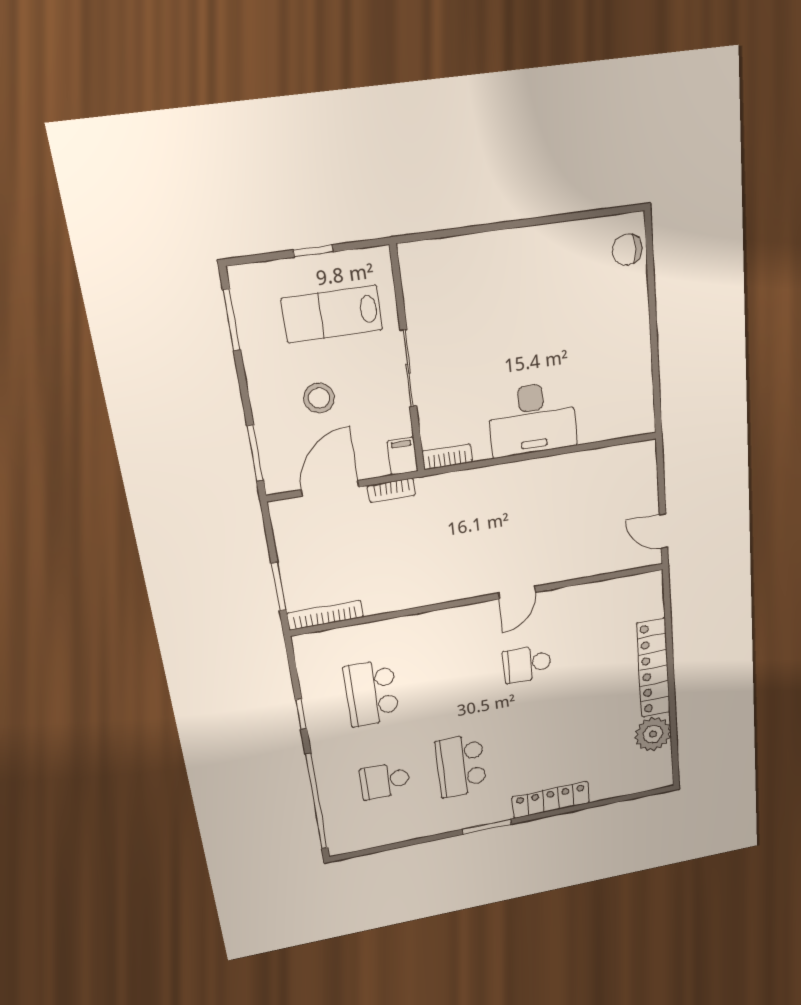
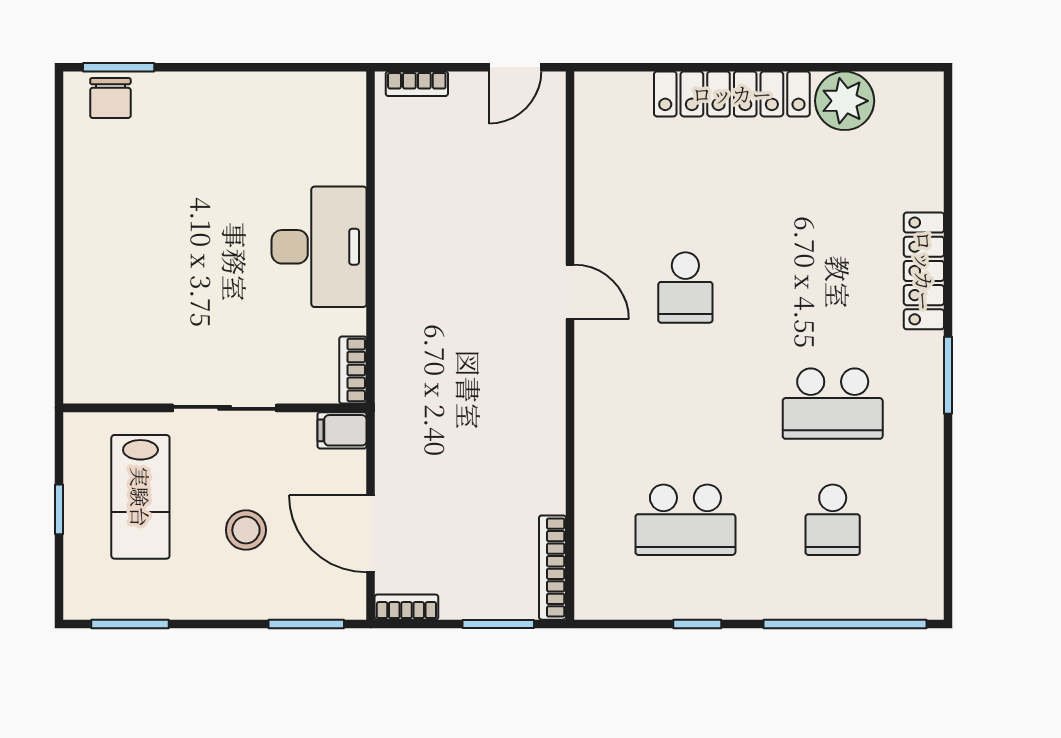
window: (650, 253) -> (119, 67), added
bookcase: (649, 468) -> (417, 84), added
bookcase: (392, 490) -> (406, 607), moved, turned -90

